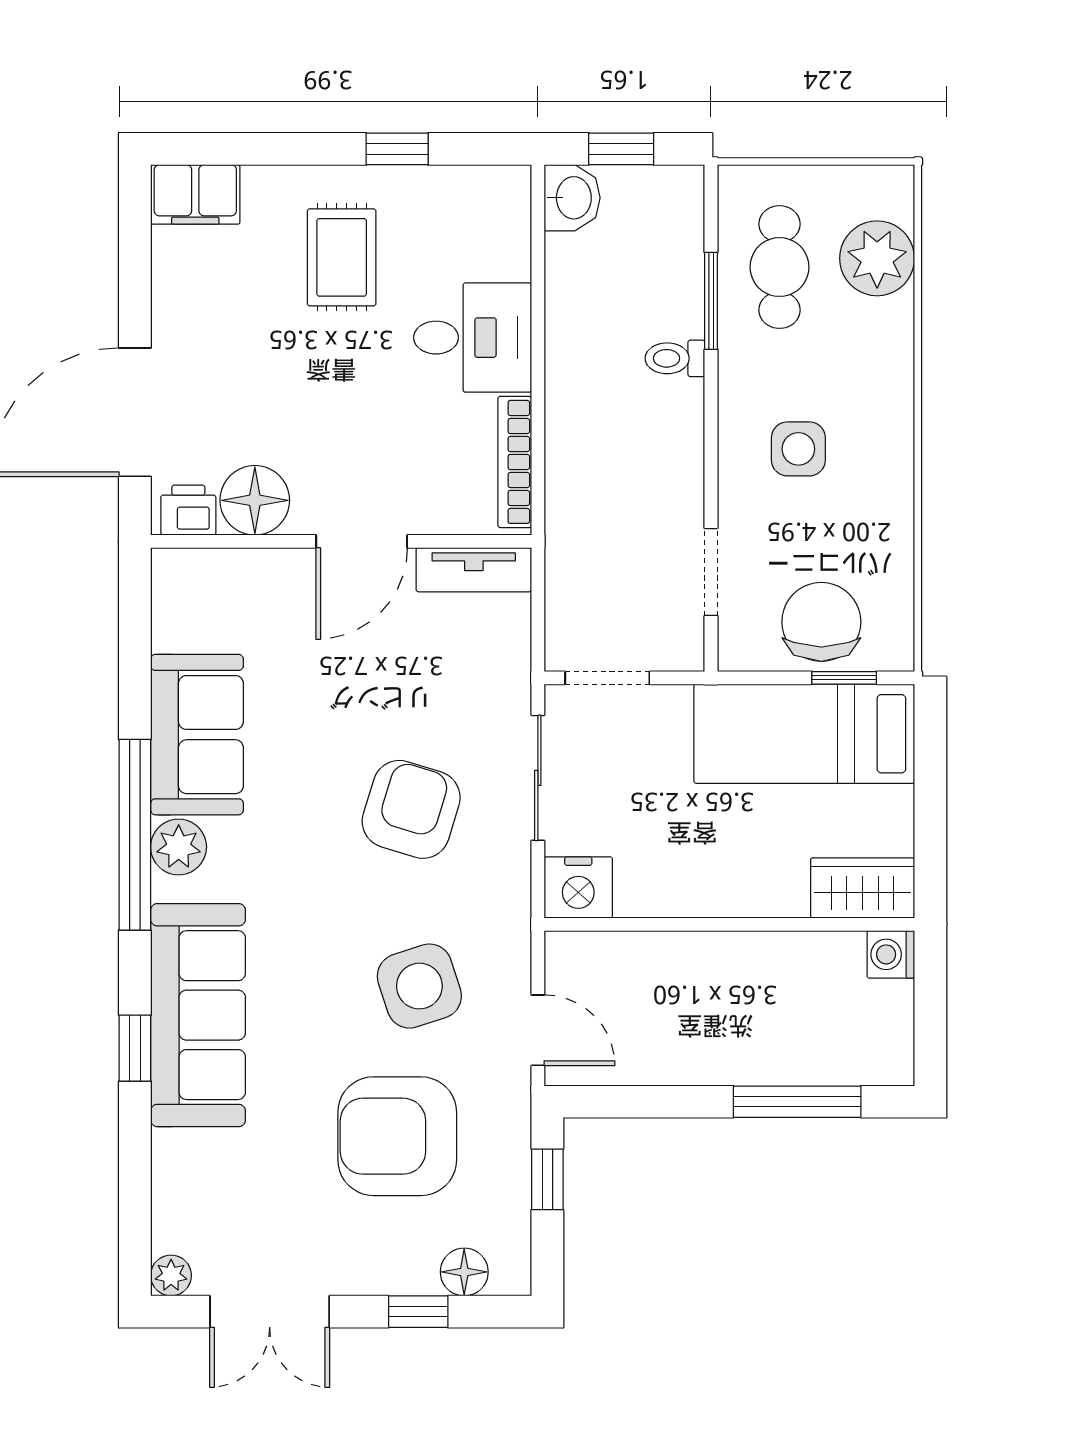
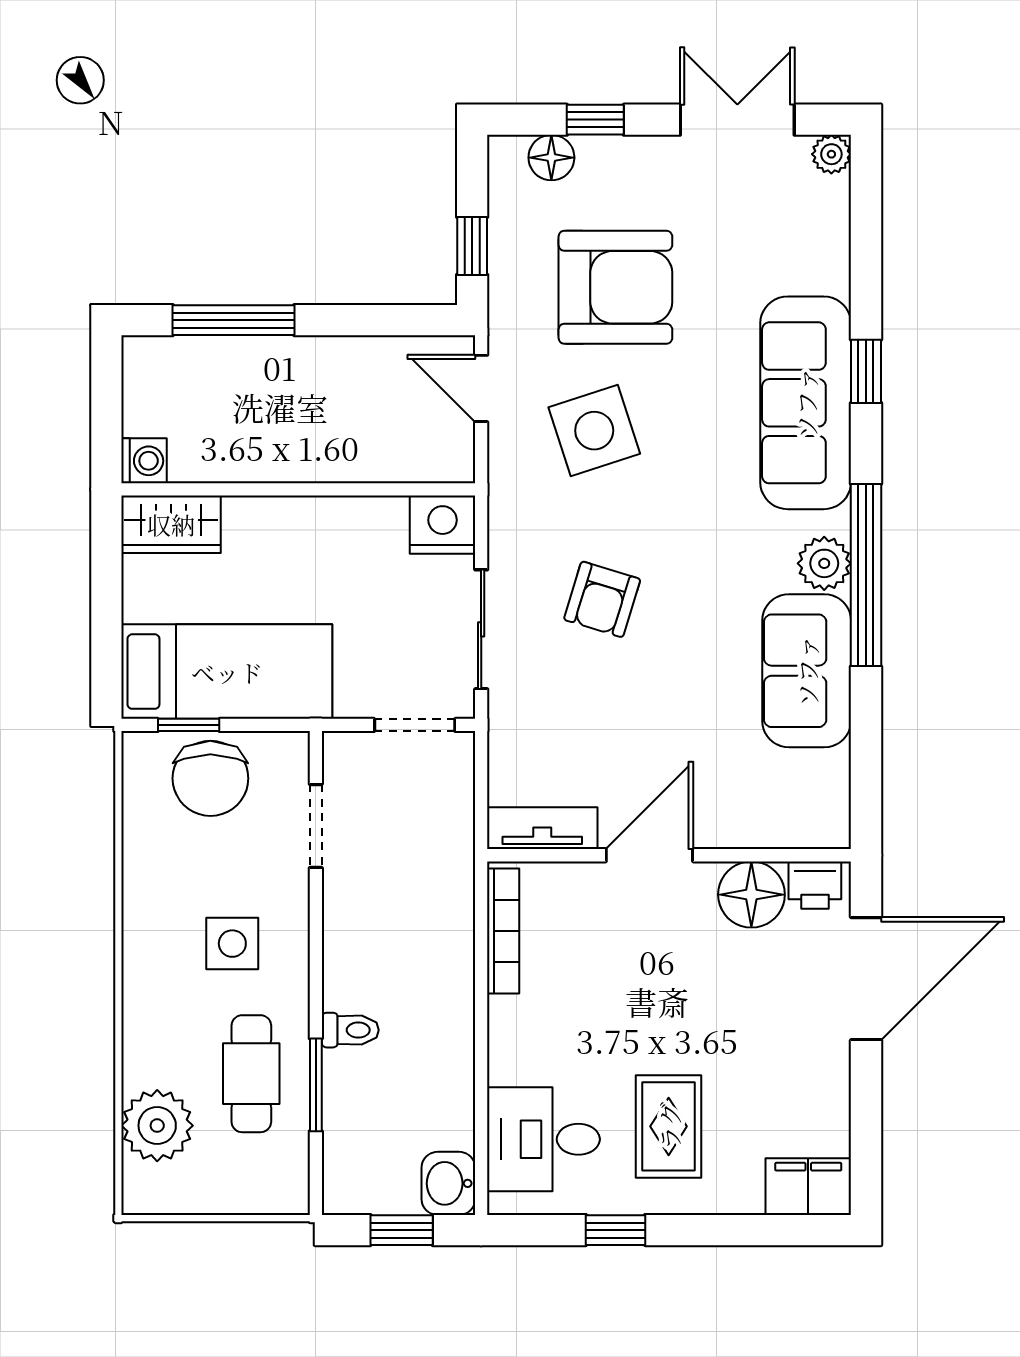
cafe table: (779, 267) -> (251, 1074), moved
desk: (473, 338) -> (543, 1139), moved
armchair: (411, 809) -> (602, 599), width x0.72, depth x0.72

